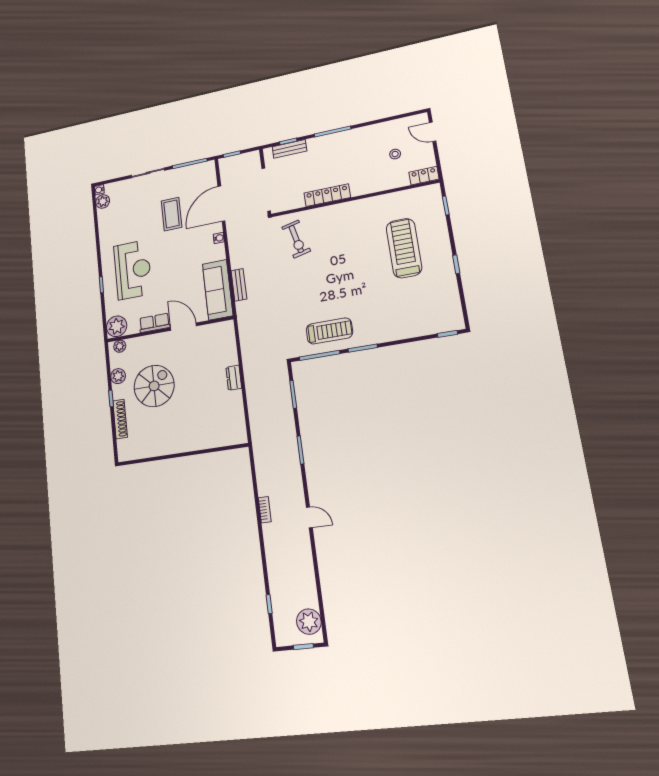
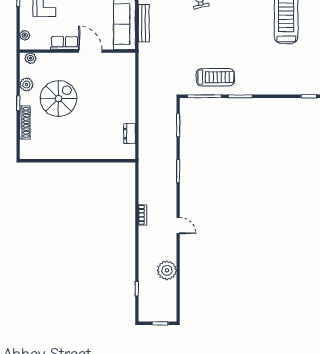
bench: (239, 285) -> (144, 23), width x1.36
plant: (117, 326) -> (25, 35), width x0.53, depth x0.53
dresser: (234, 378) -> (130, 134), moved
plant: (309, 622) -> (167, 270), moved

